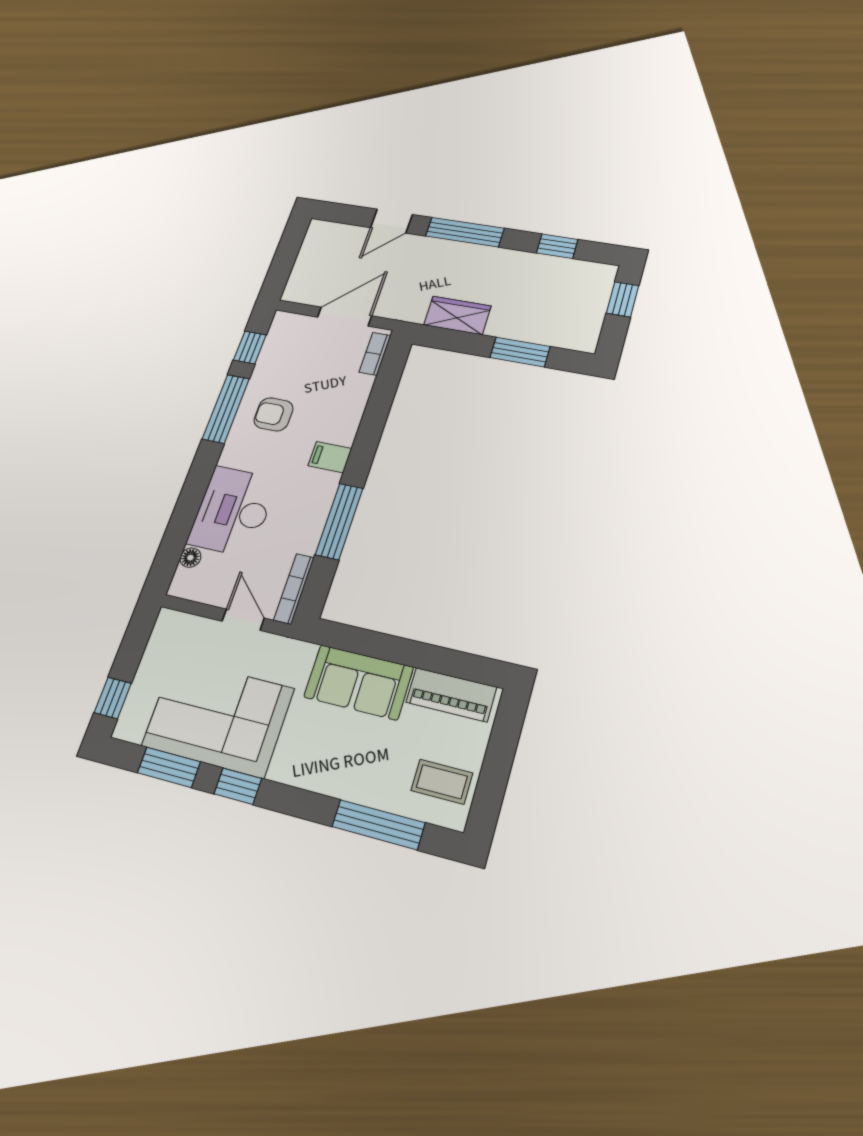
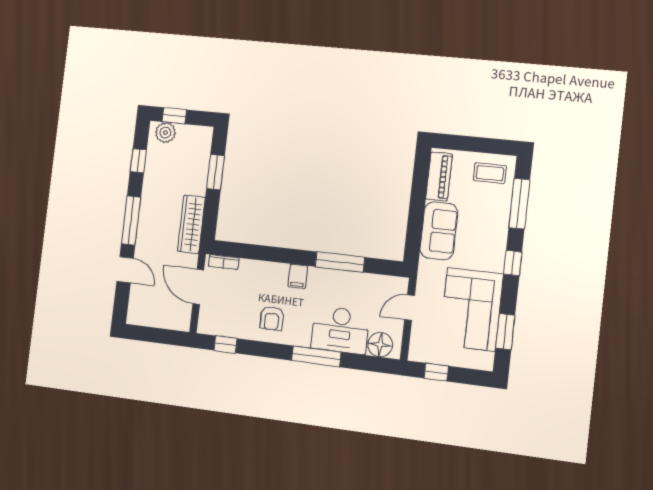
plant: (597, 286) -> (165, 133), added
wardrobe: (457, 315) -> (191, 224), width x1.50
window: (226, 409) -> (316, 356), moved
floor lamp: (190, 558) -> (380, 345), width x1.89, depth x1.89
bookcase: (294, 589) -> (386, 281), removed
window: (113, 698) -> (436, 372), moved
coffee table: (442, 782) -> (490, 173), turned 90
window: (238, 786) -> (513, 263), moved

